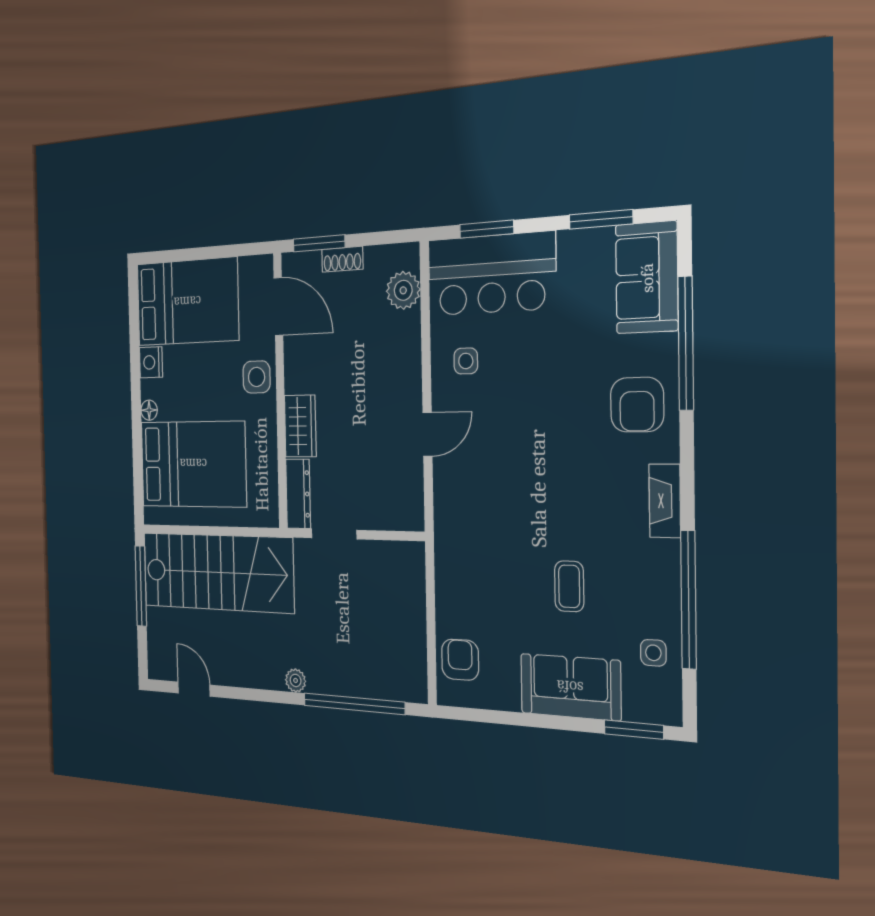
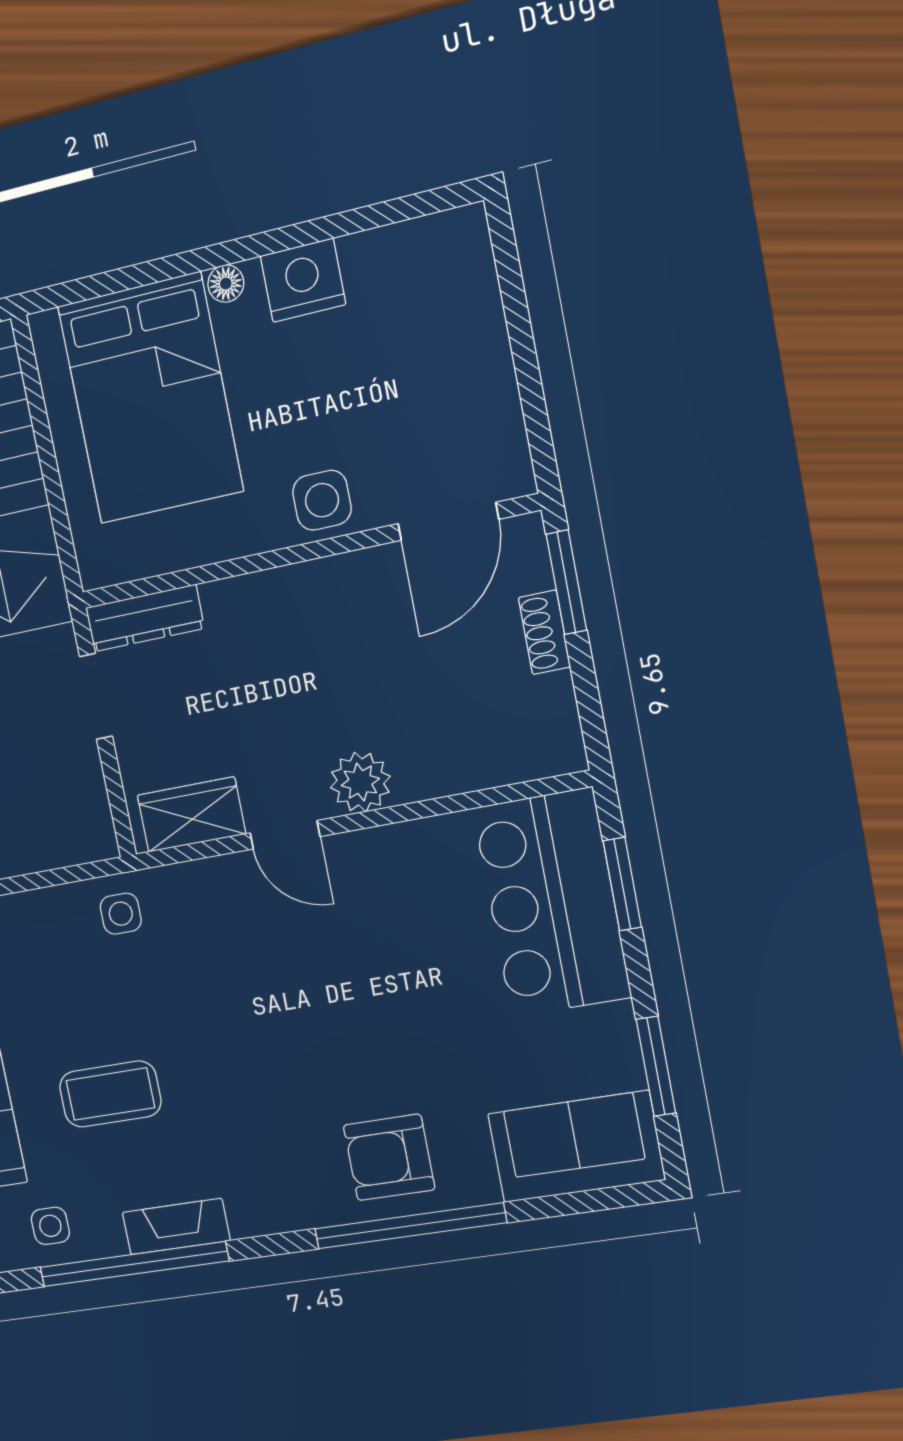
plant: (403, 290) -> (360, 782), moved
bed: (187, 302) -> (431, 328), removed
window: (686, 343) -> (410, 1226), moved
side table: (466, 361) -> (121, 914), moved
nightstand: (151, 362) -> (303, 280), width x1.36, depth x1.33
wardrobe: (300, 426) -> (191, 815), moved, turned 180
fireplace: (665, 501) -> (176, 1227), moved
coffee table: (569, 586) -> (110, 1094), width x1.36, depth x1.30

